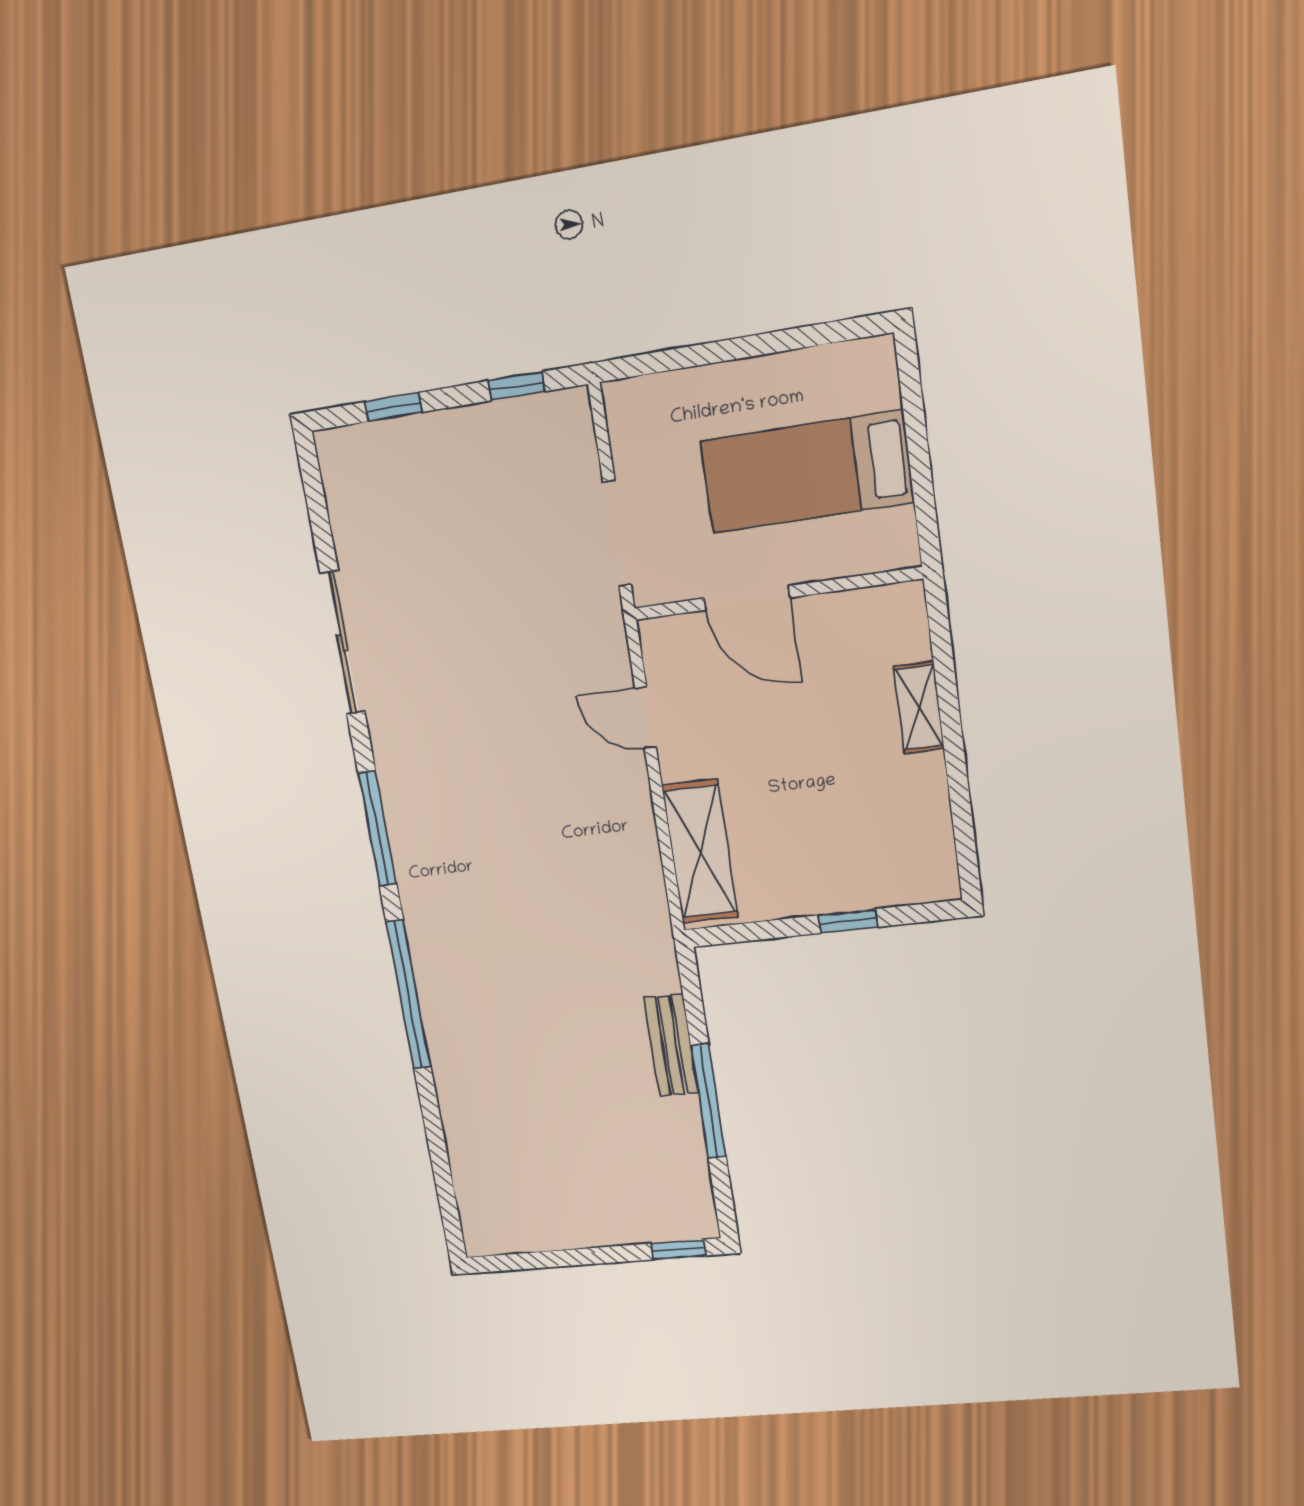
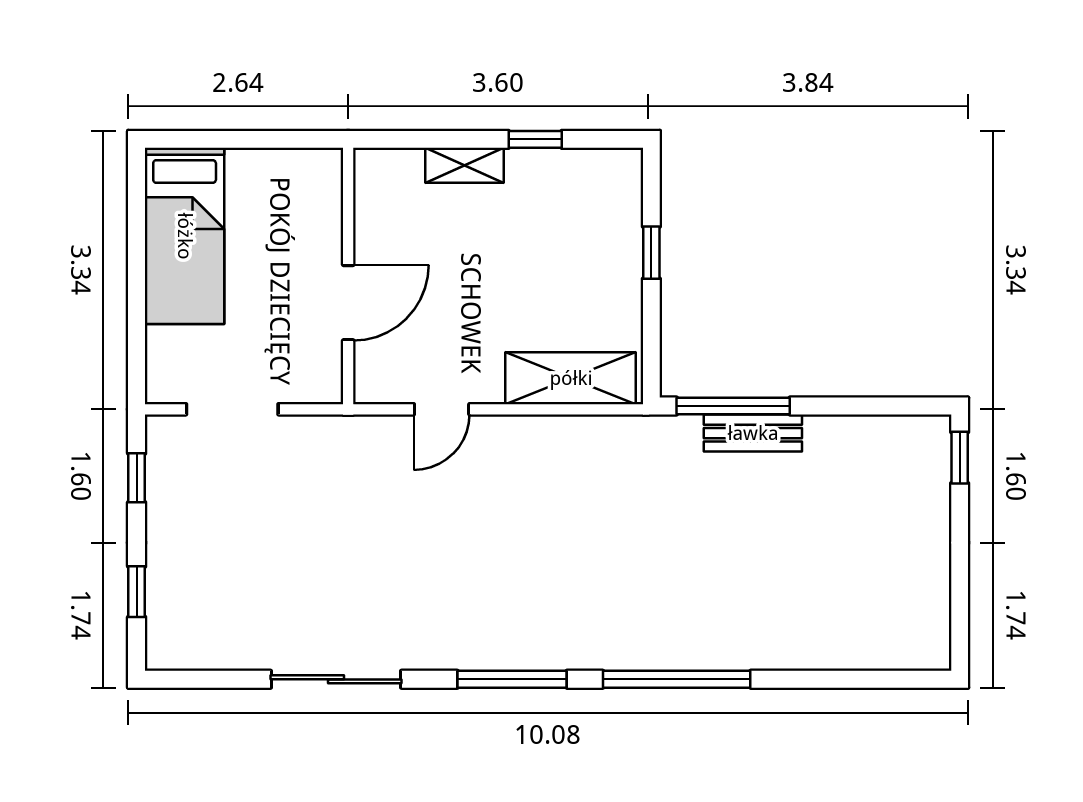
bed: (807, 472) -> (185, 236), moved
doorway: (617, 533) -> (232, 409), moved
window: (958, 782) -> (535, 139), added
window: (708, 1101) -> (733, 406), moved

